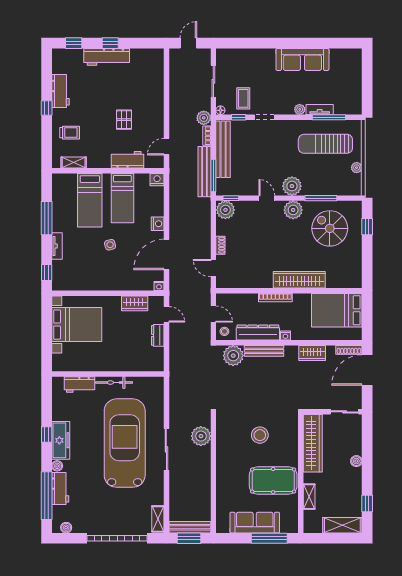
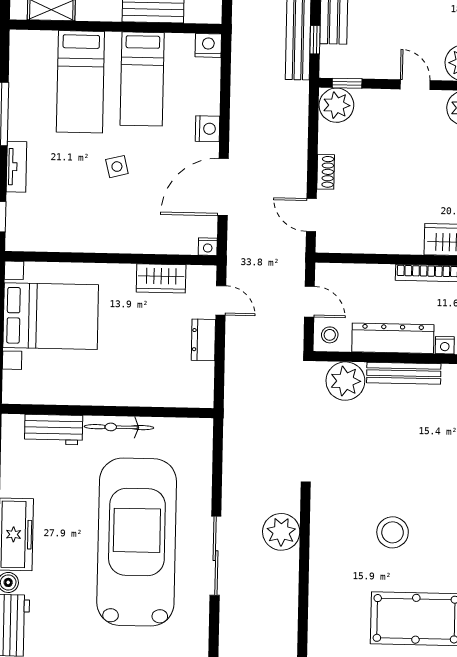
window: (213, 176) -> (315, 40), width x0.46

